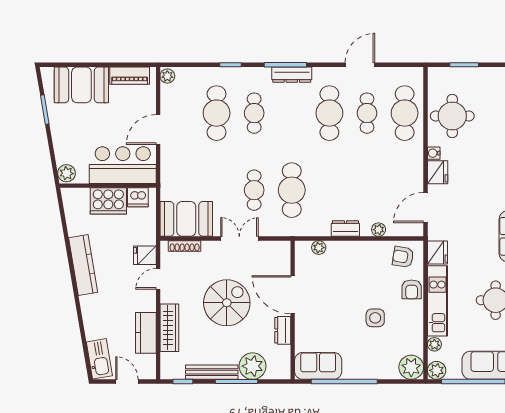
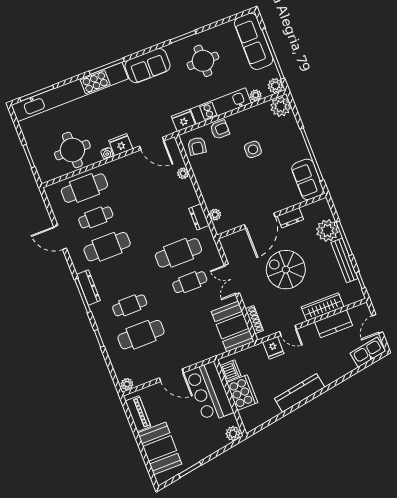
dresser: (345, 229) -> (199, 217), moved

